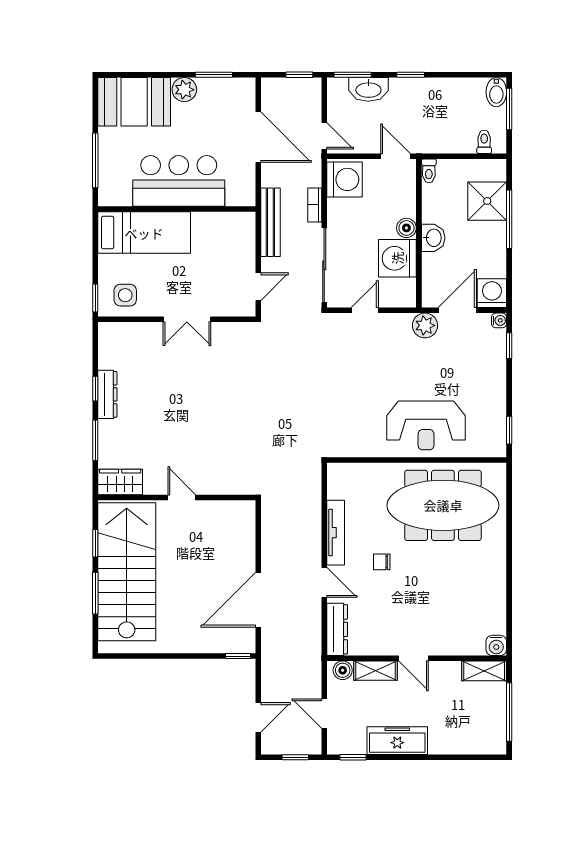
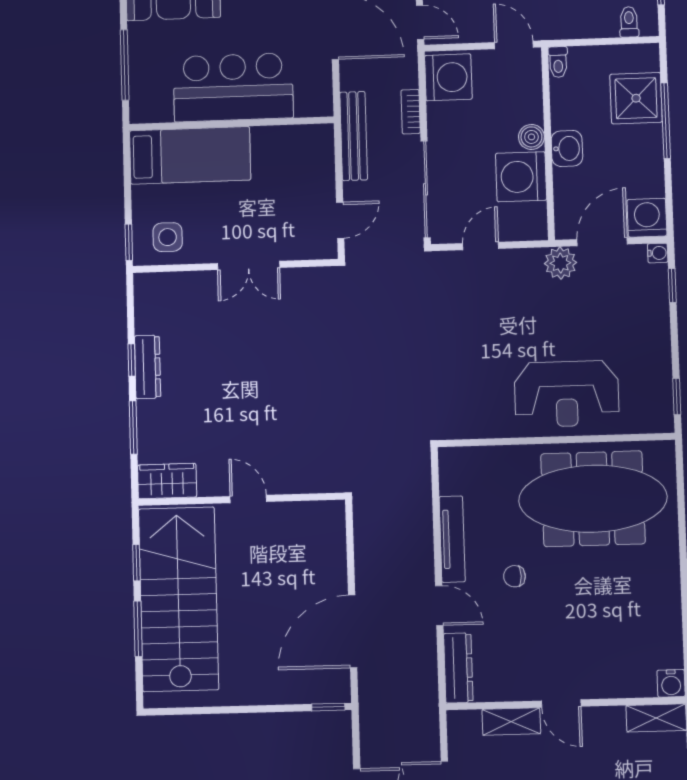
boiler: (343, 670) -> (468, 722), removed

